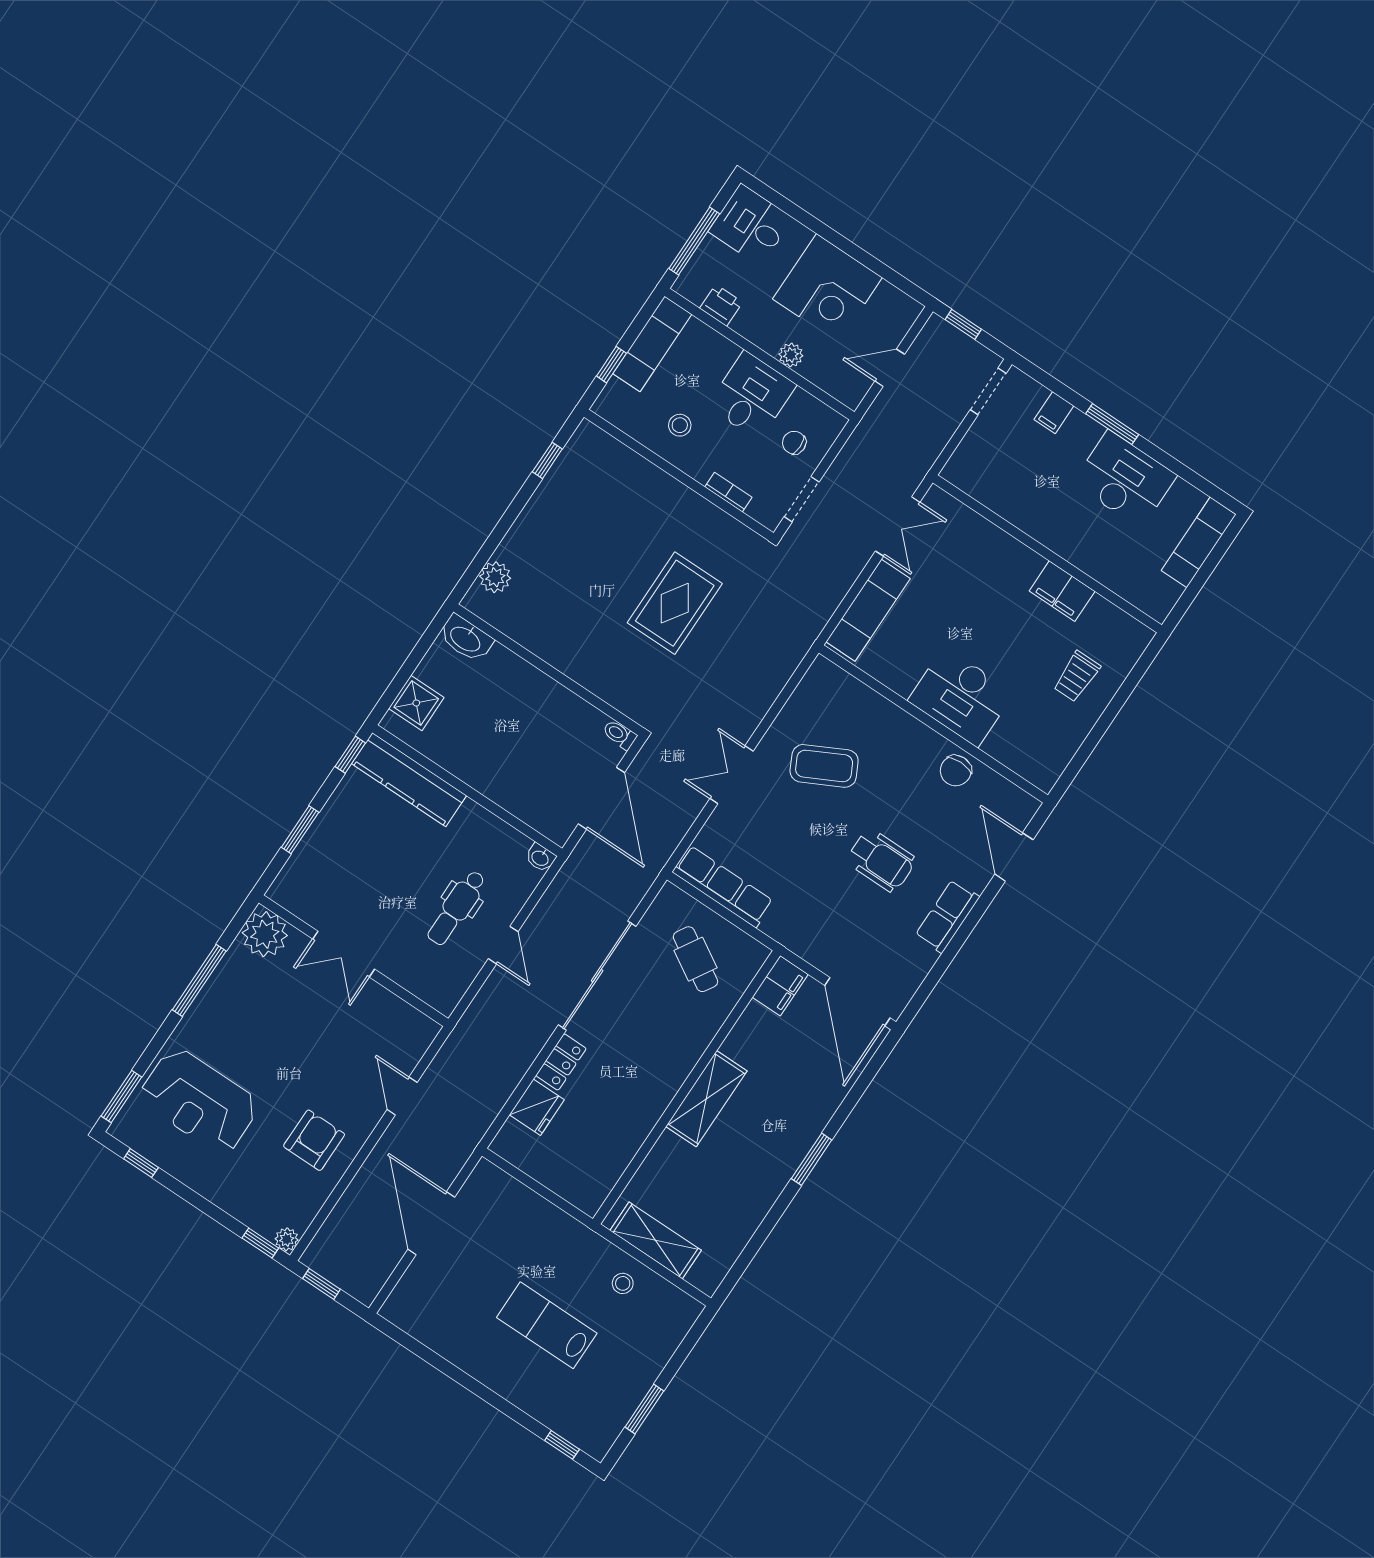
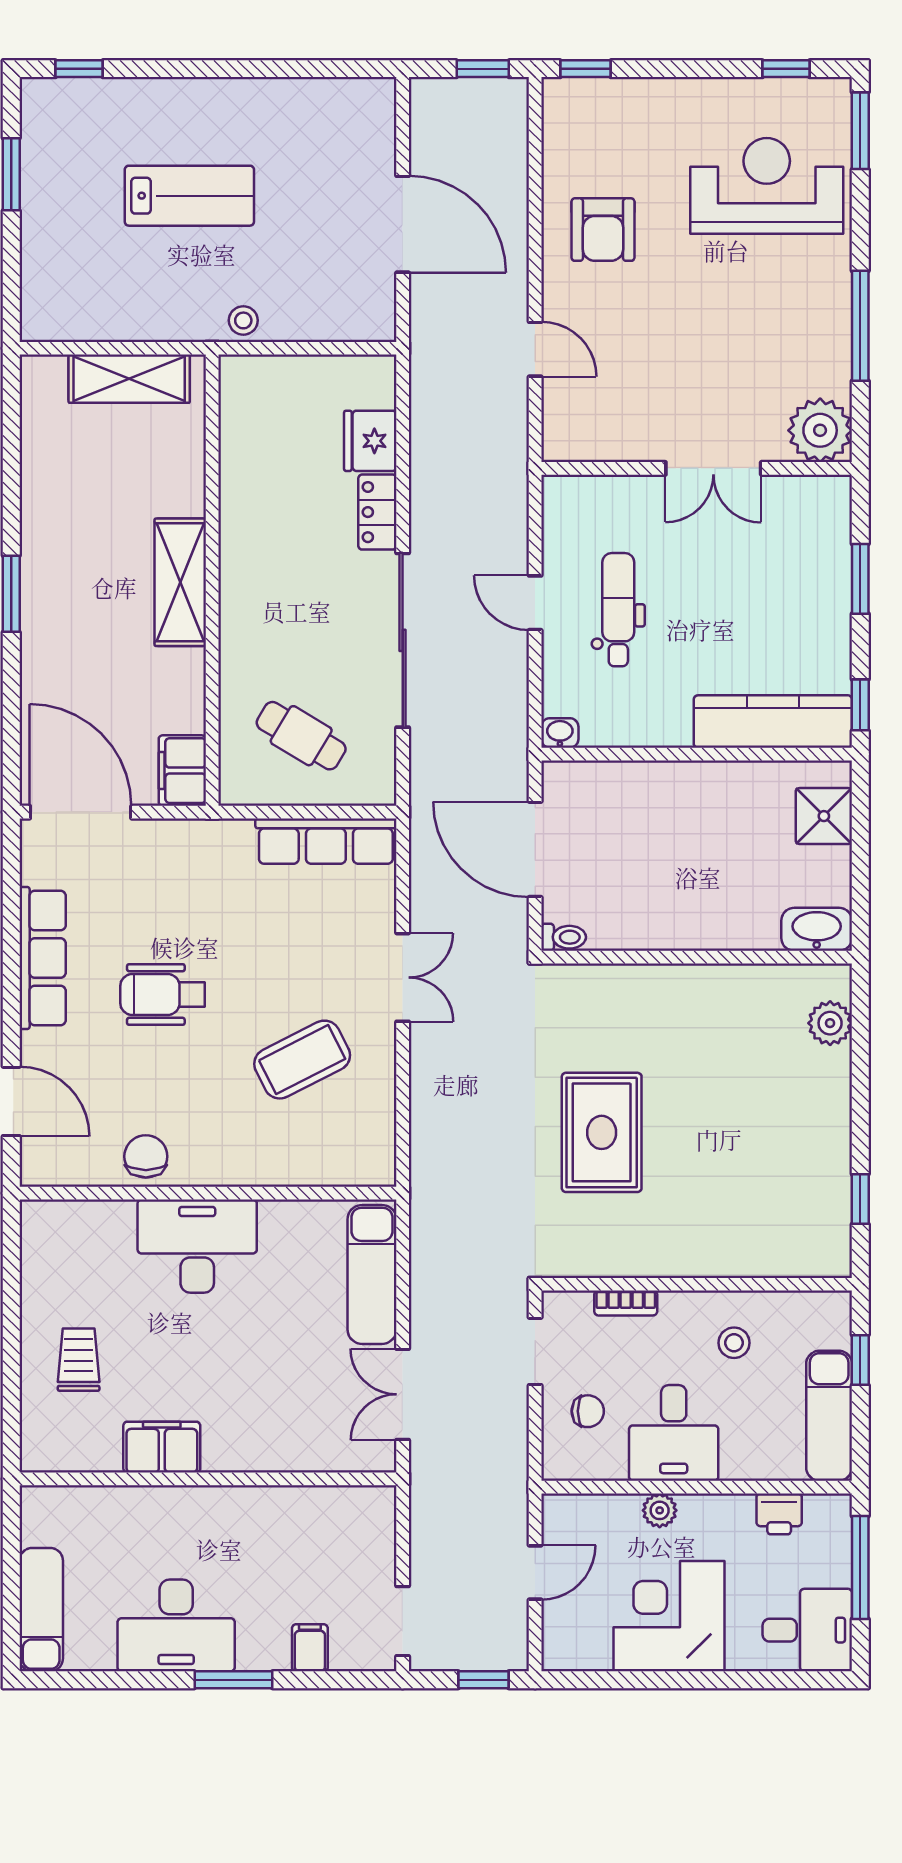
row of seats: (947, 916) -> (43, 958), width x1.48
double door: (344, 954) -> (713, 468), swing flipped
plant: (287, 1239) -> (558, 93), removed
stool: (623, 1283) -> (243, 320), moved

